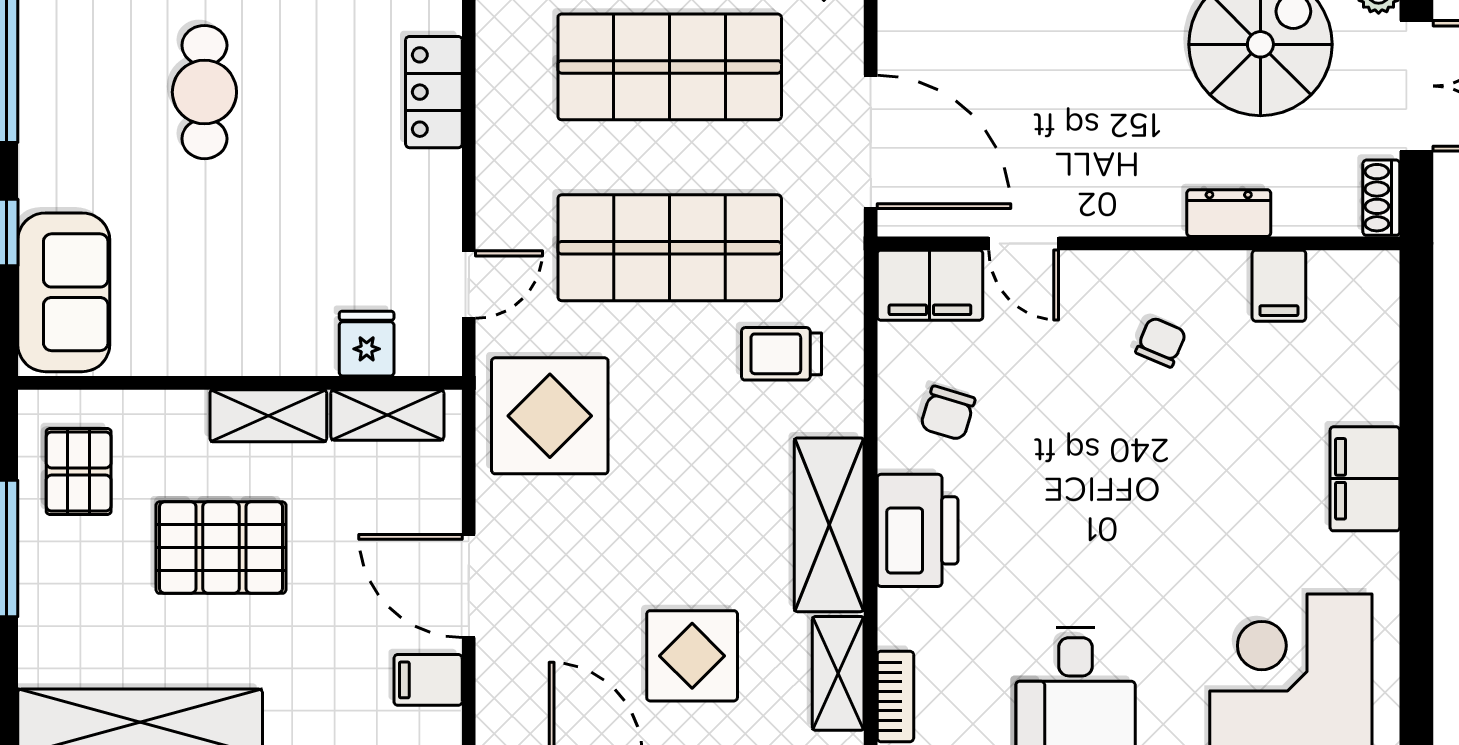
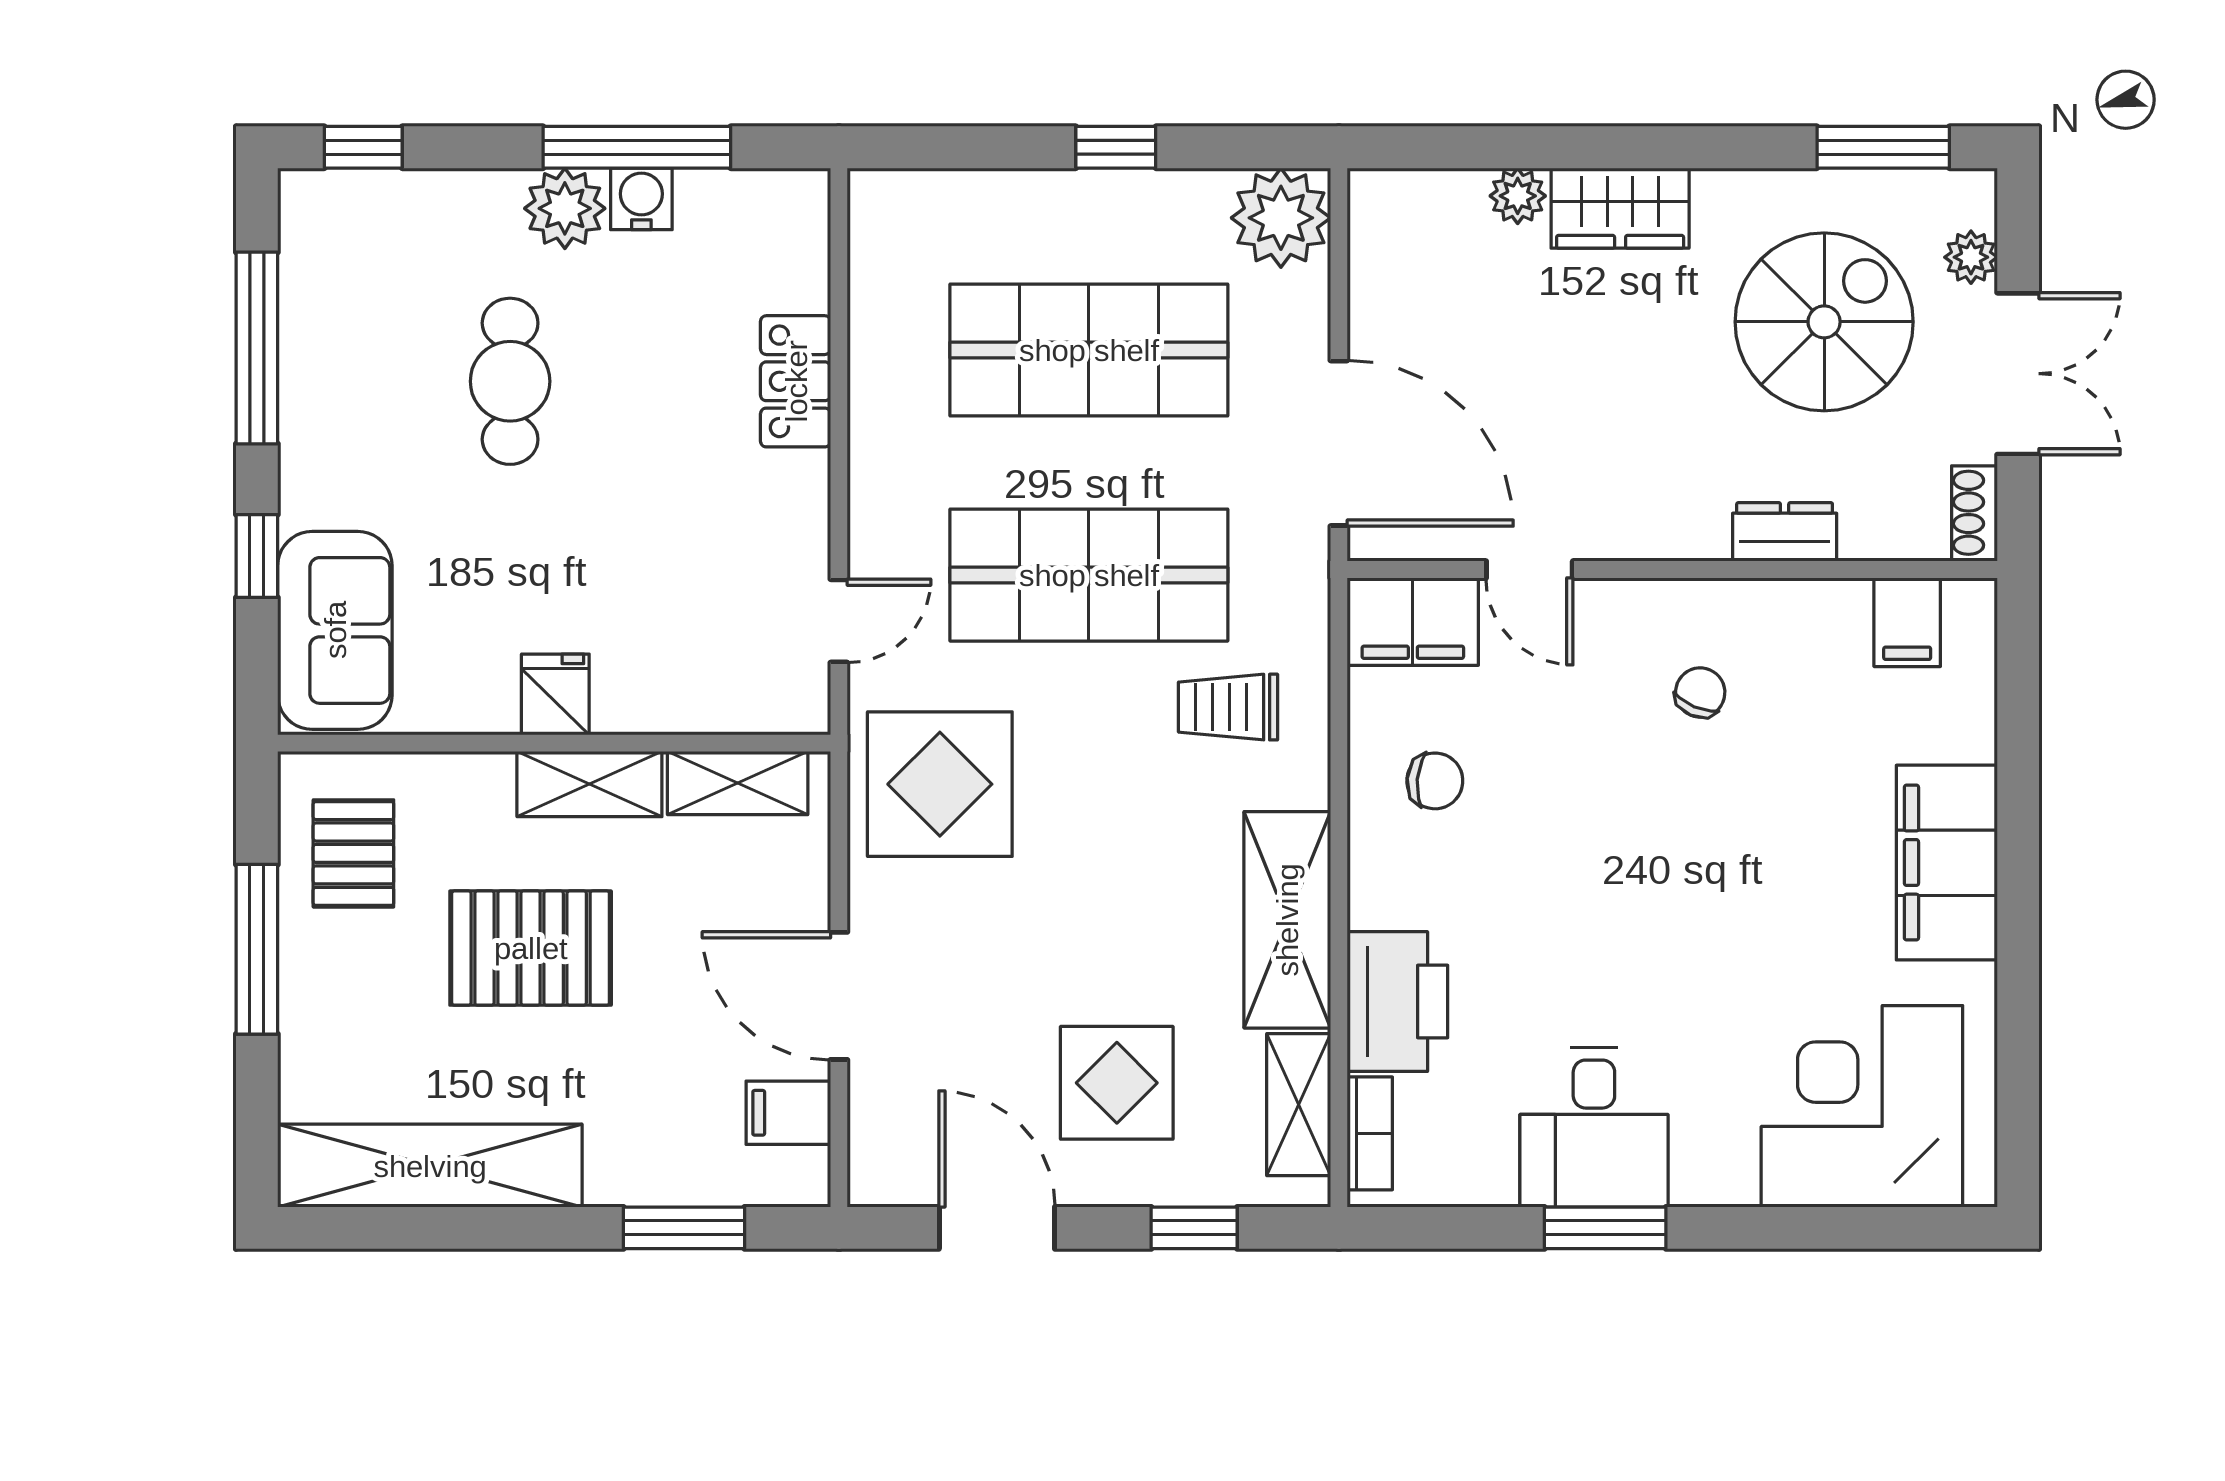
filing cabinet: (1279, 286) -> (1907, 622), moved
fridge: (367, 344) -> (555, 694), moved
chair: (948, 413) -> (1435, 781), turned -102
filing cabinet: (1365, 479) -> (1947, 863), width x1.50, depth x1.17
printer: (918, 530) -> (1397, 1002), moved

